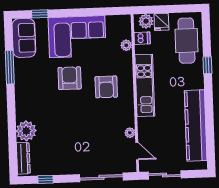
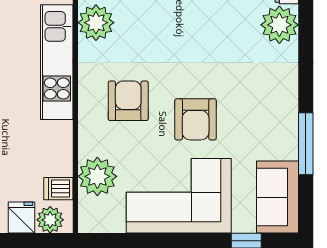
plant: (126, 45) -> (97, 176), width x1.87, depth x1.87
kitchen unit: (145, 85) -> (57, 62), moved
plant: (130, 133) -> (96, 23), width x1.87, depth x1.87

